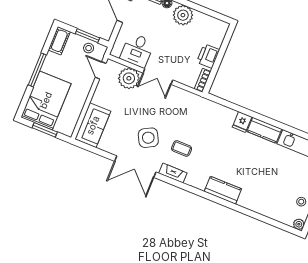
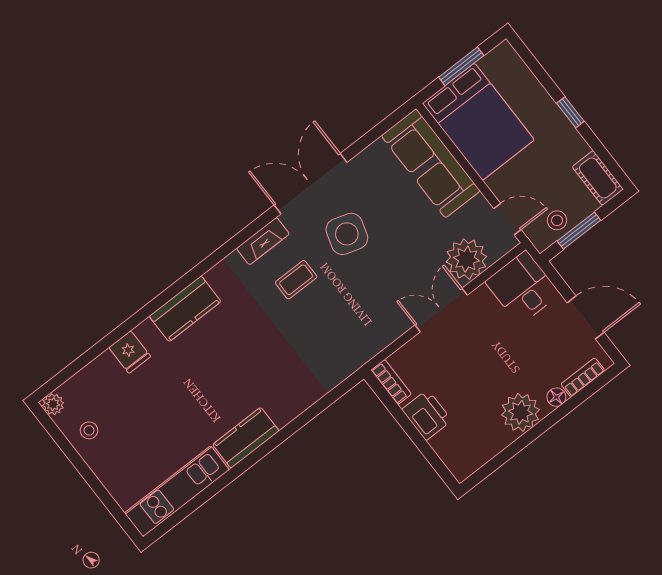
desk: (137, 50) -> (522, 288), moved
window: (37, 70) -> (570, 112), width x0.46
bed: (46, 100) -> (478, 122), moved
fridge: (242, 122) -> (130, 352), moved, turned 180
sofa: (93, 125) -> (431, 163), width x1.36
side table: (148, 138) -> (347, 234), turned 45

